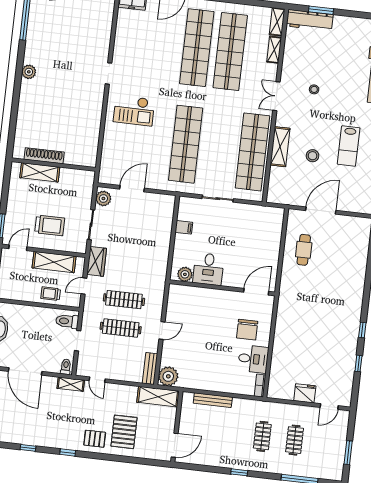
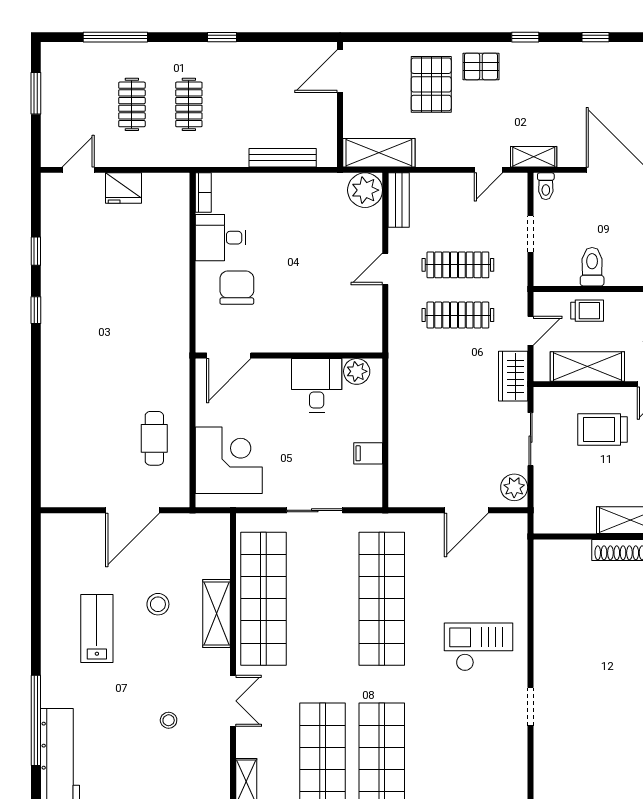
corner desk: (263, 233) -> (229, 460), added
toilet: (67, 321) -> (592, 267), moved, turned -90
door: (97, 380) -> (489, 170), swing flipped

